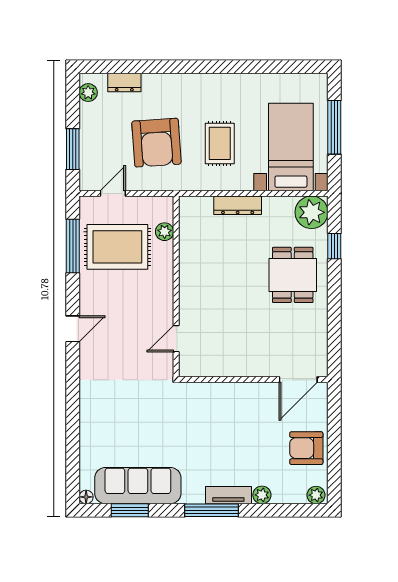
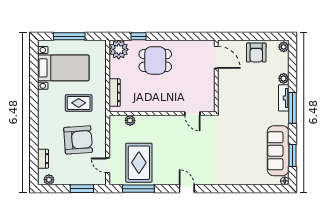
bed with nightstands: (291, 147) -> (63, 68), moved, turned 180
plant: (165, 232) -> (130, 120), moved
wall: (176, 286) -> (162, 114), moved
door: (176, 339) -> (192, 114), moved

